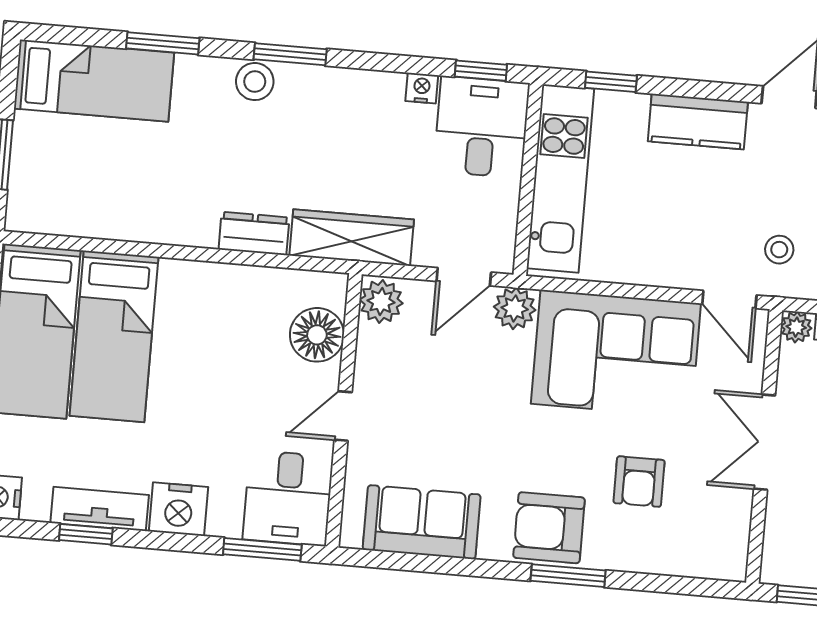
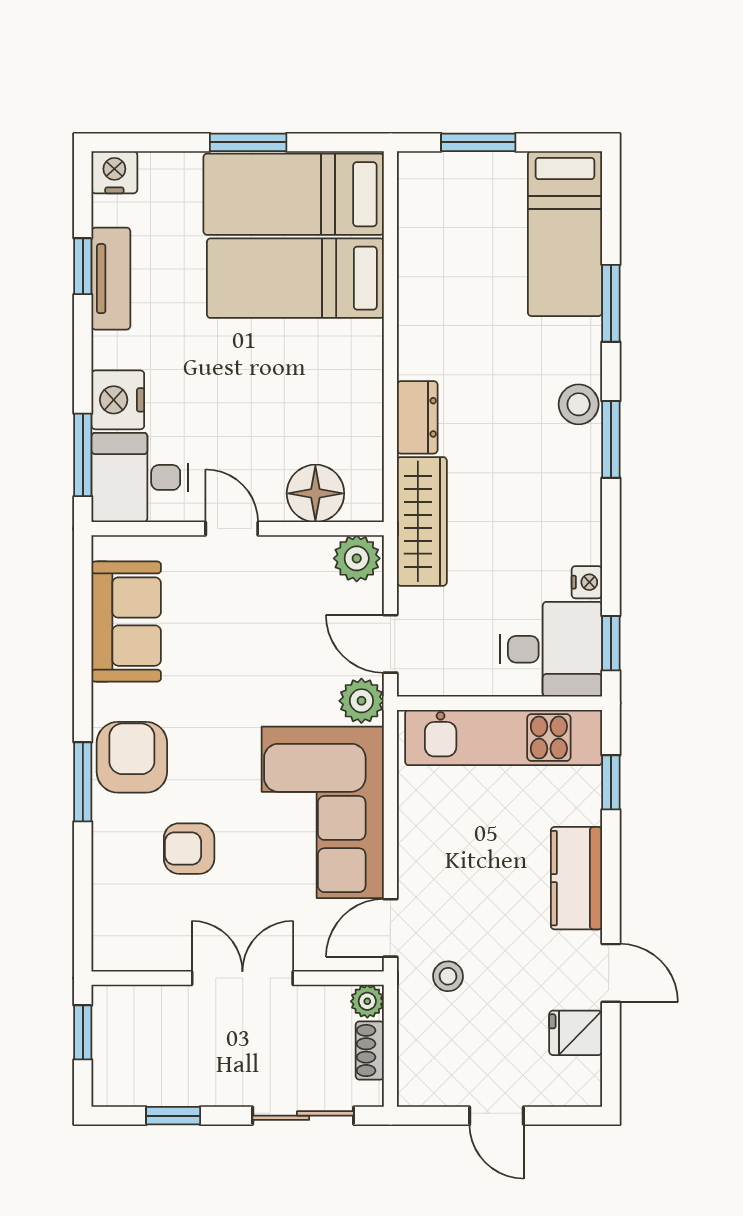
nightstand: (179, 509) -> (118, 400), moved

